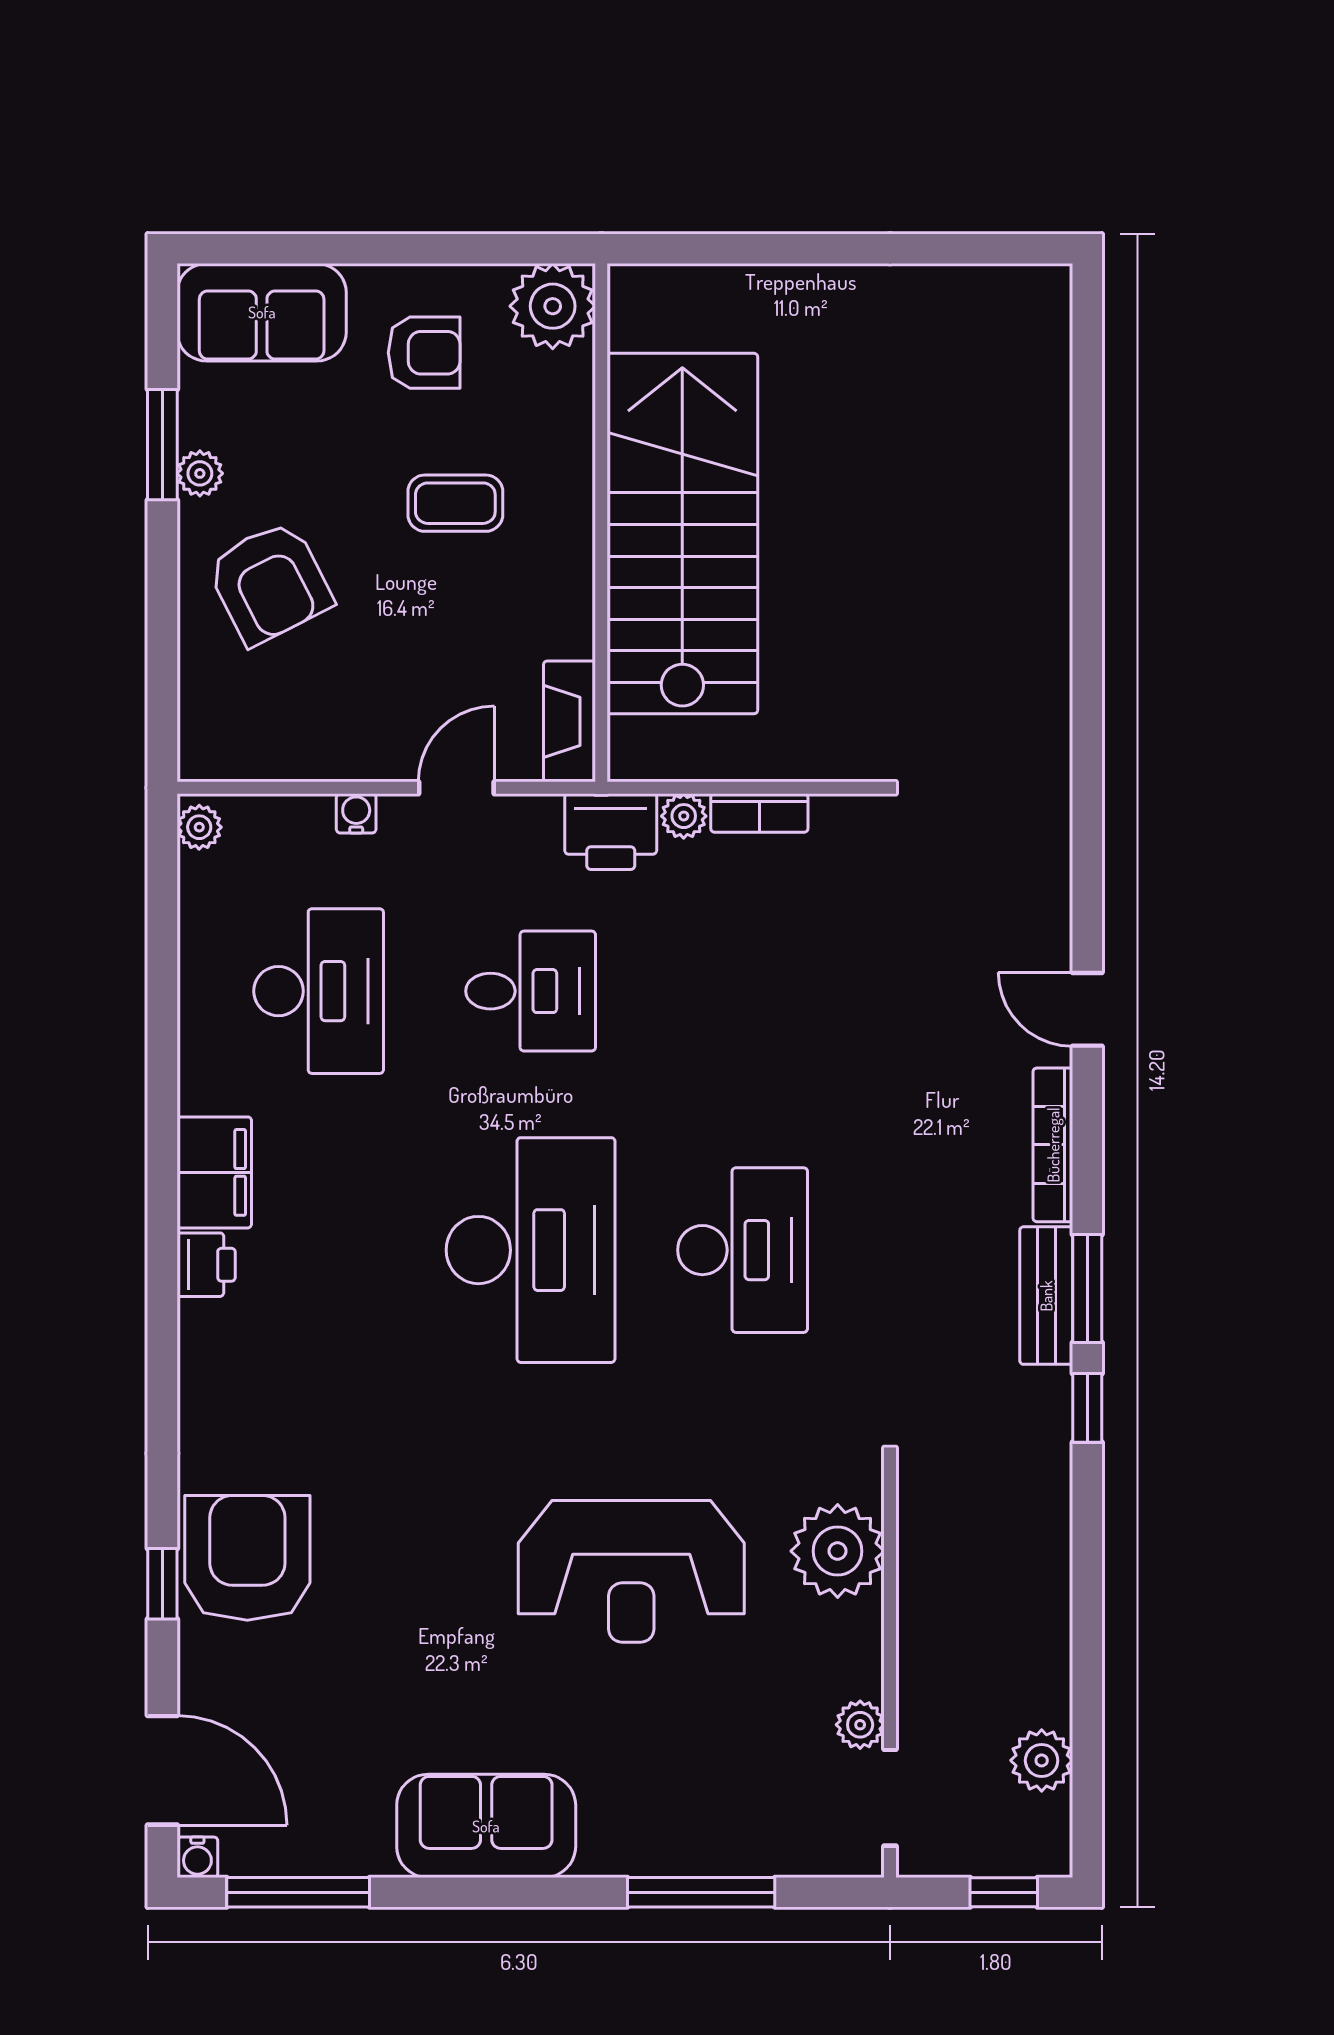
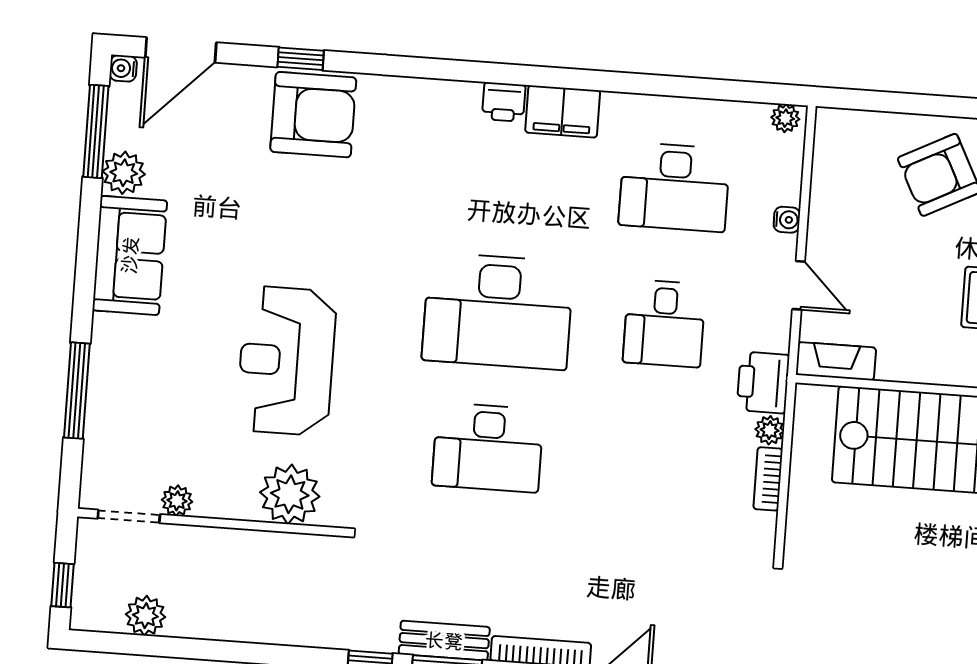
plant: (359, 1844) -> (124, 173), added

